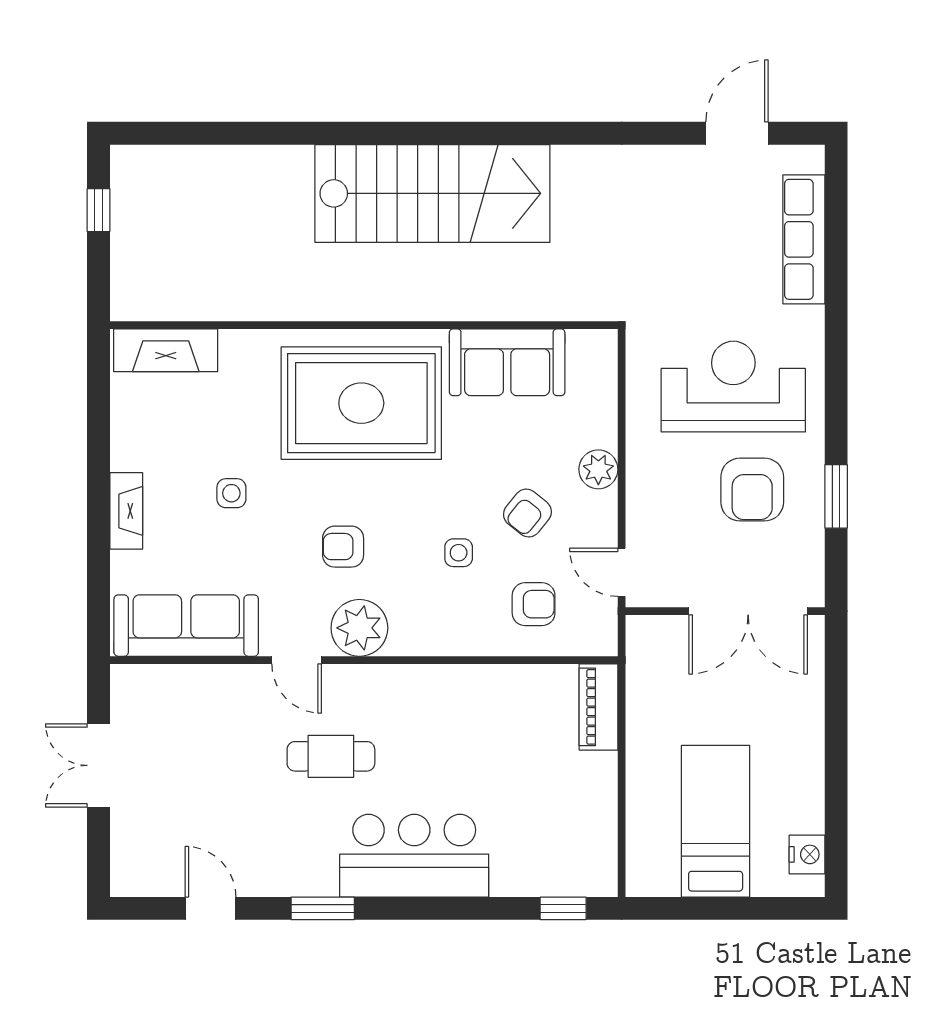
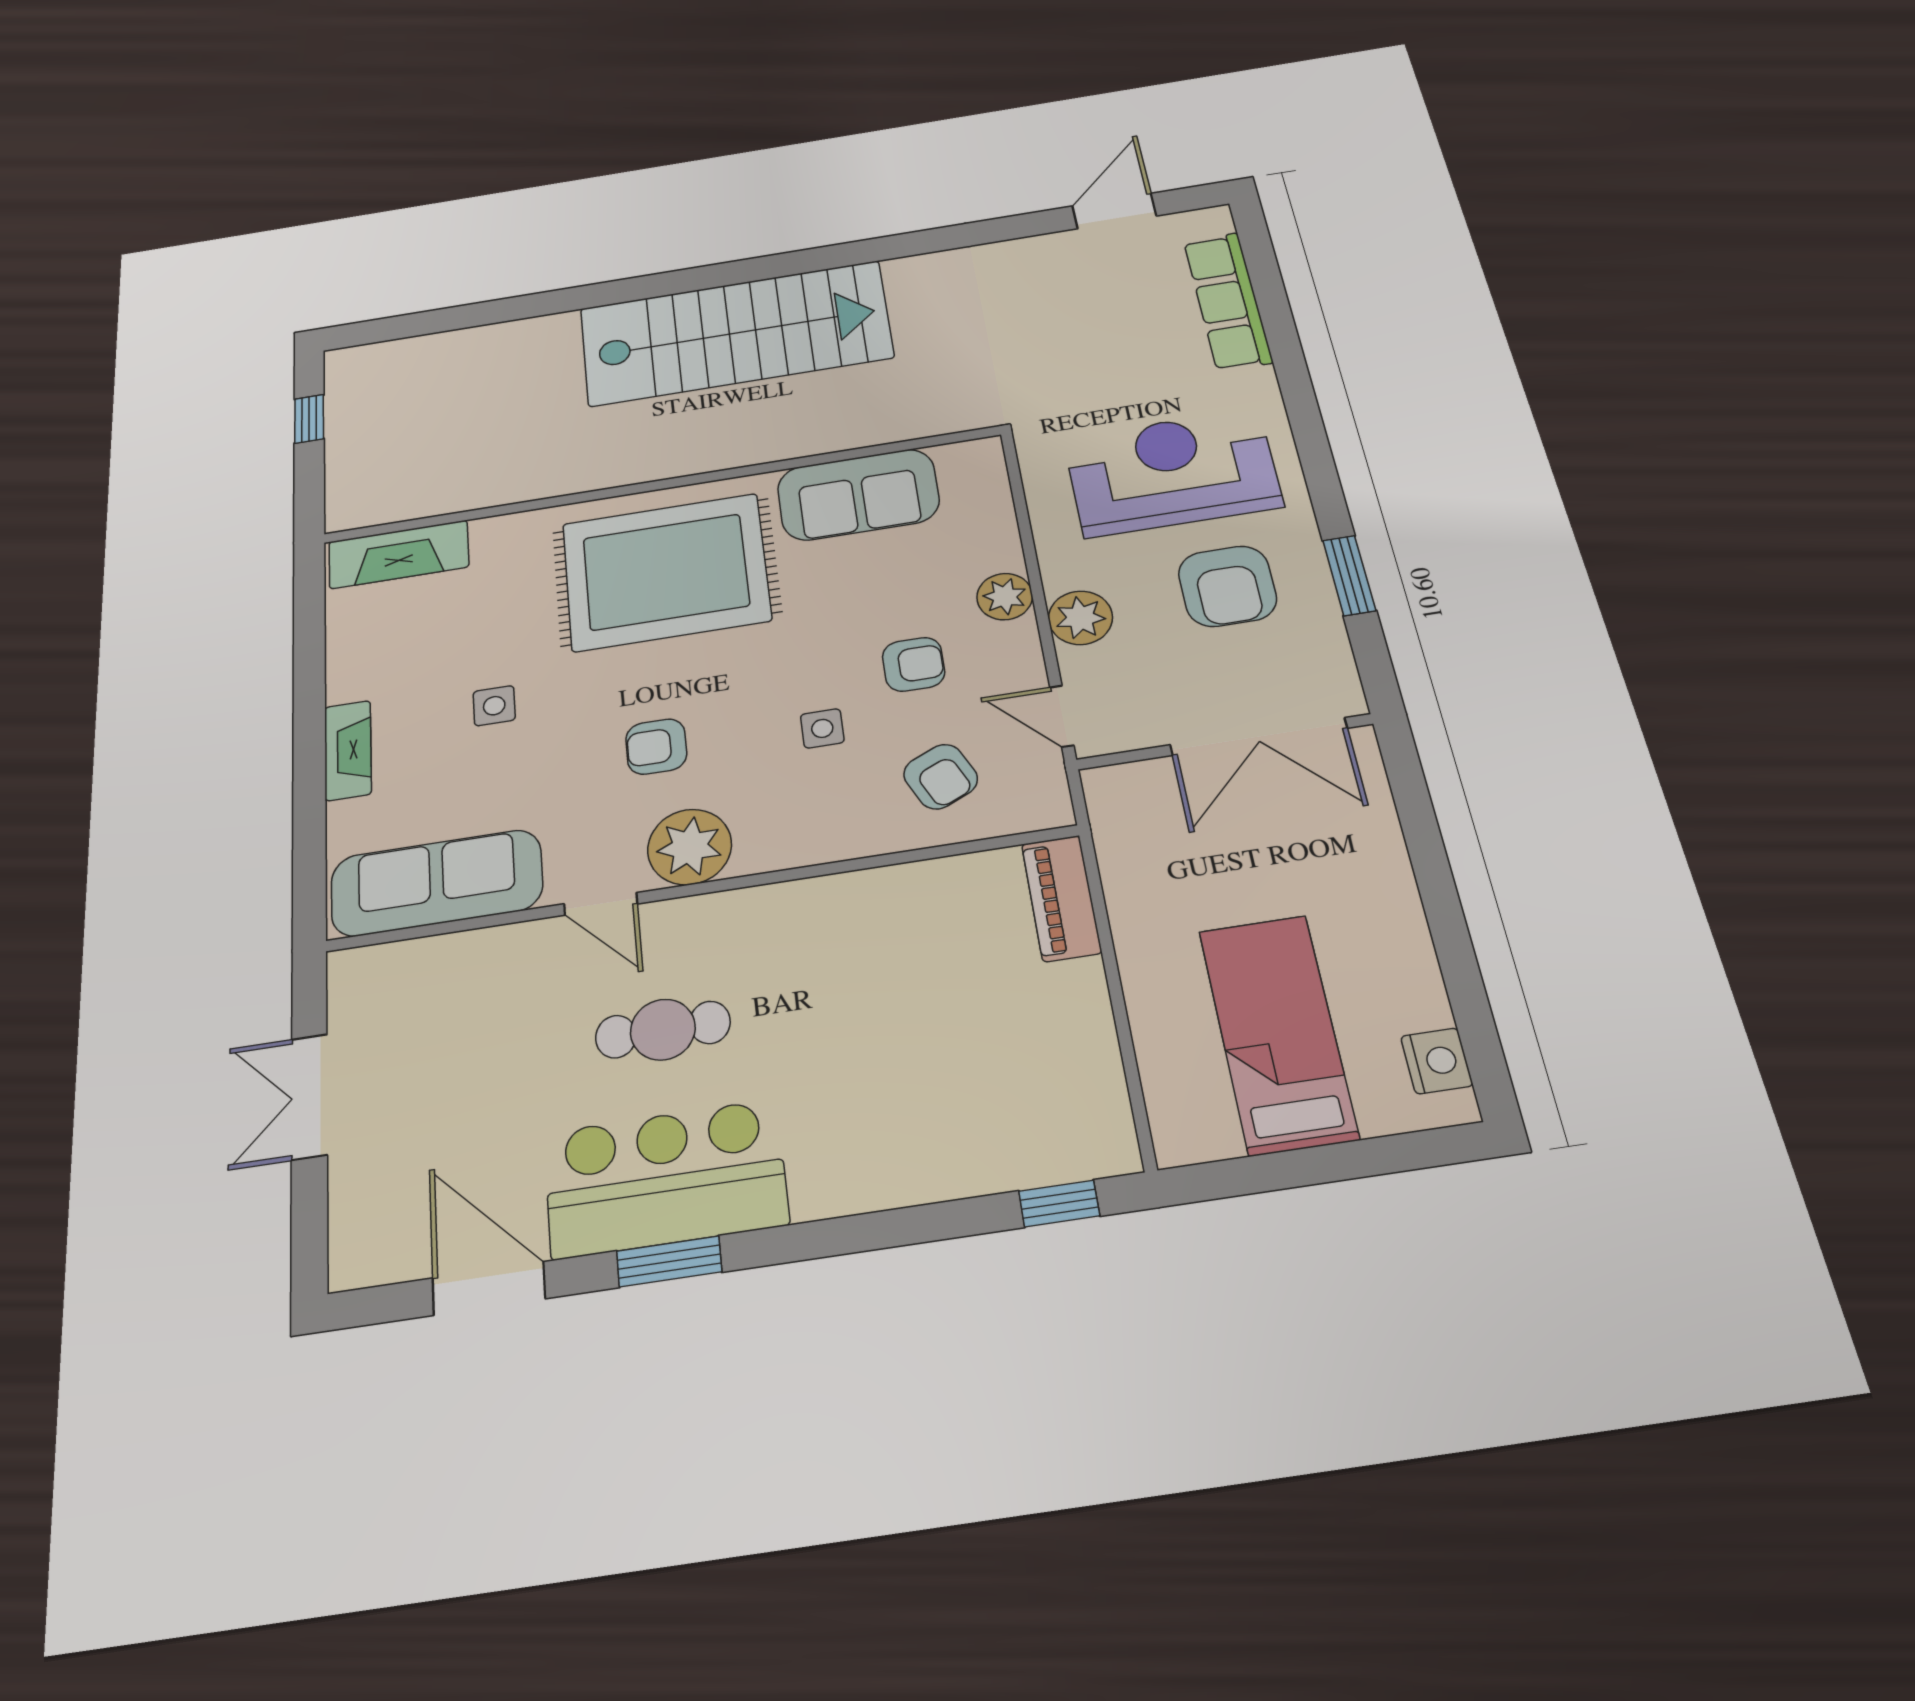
plant: (647, 496) -> (1080, 618), added
armchair: (527, 513) -> (914, 664), turned -129
armchair: (534, 604) -> (941, 777), turned 65
bar counter: (414, 856) -> (665, 1179), moved
door: (211, 908) -> (489, 1288), width x1.38

